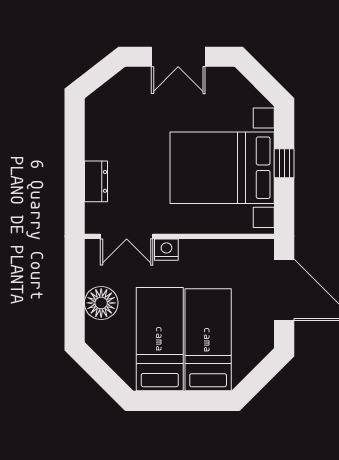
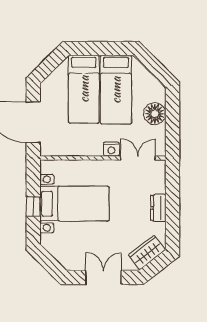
wardrobe: (113, 94) -> (147, 252), added
bed with nightstands: (222, 168) -> (74, 204), width x0.73
dresser: (96, 181) -> (158, 208), moved

